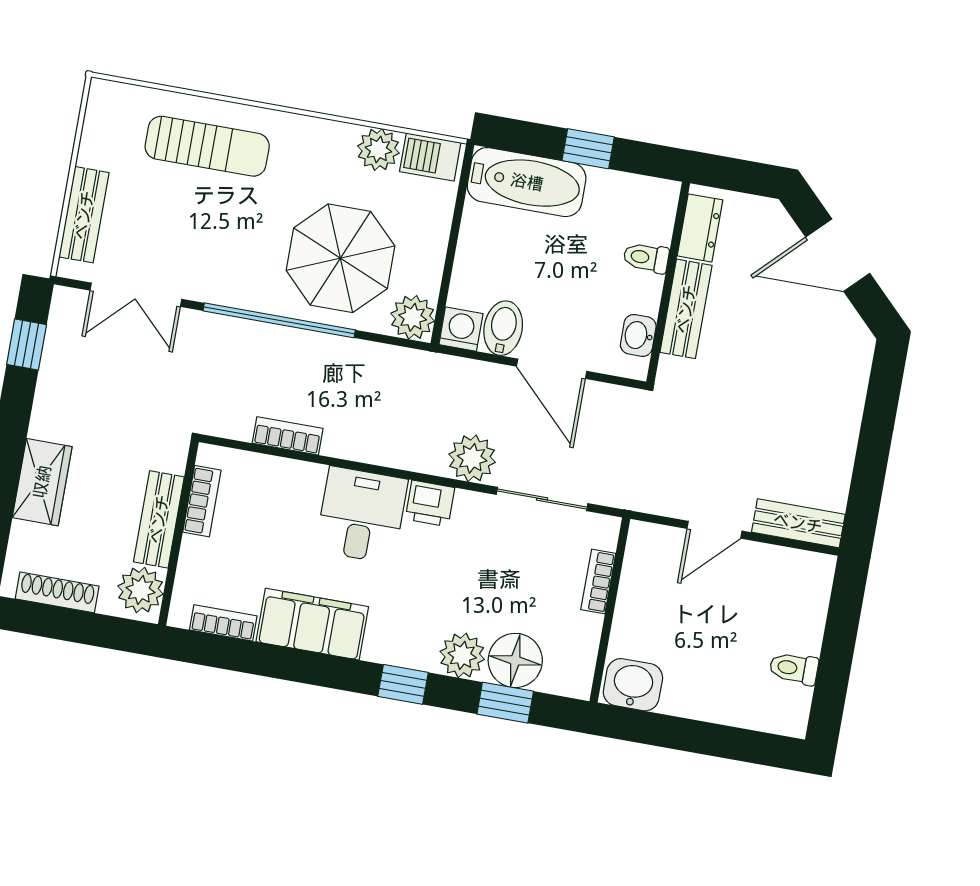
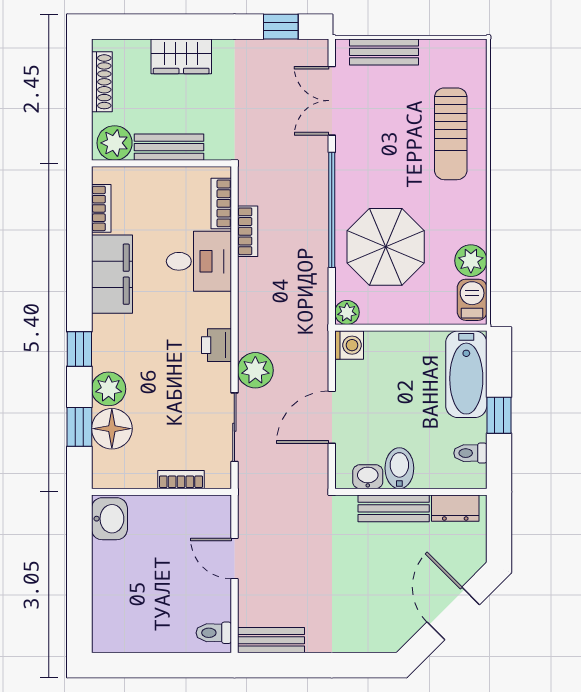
toilet: (646, 258) -> (470, 453), moved, turned -90
plant: (413, 317) -> (347, 312), width x0.73, depth x0.73
bidet: (503, 328) -> (399, 468), moved, turned -90
bookcase: (202, 501) -> (221, 203), moved, turned 90
desk: (361, 515) -> (199, 261), moved
bench: (798, 523) -> (271, 640), moved, turned 90
toilet: (794, 668) -> (214, 633), moved, turned -90

